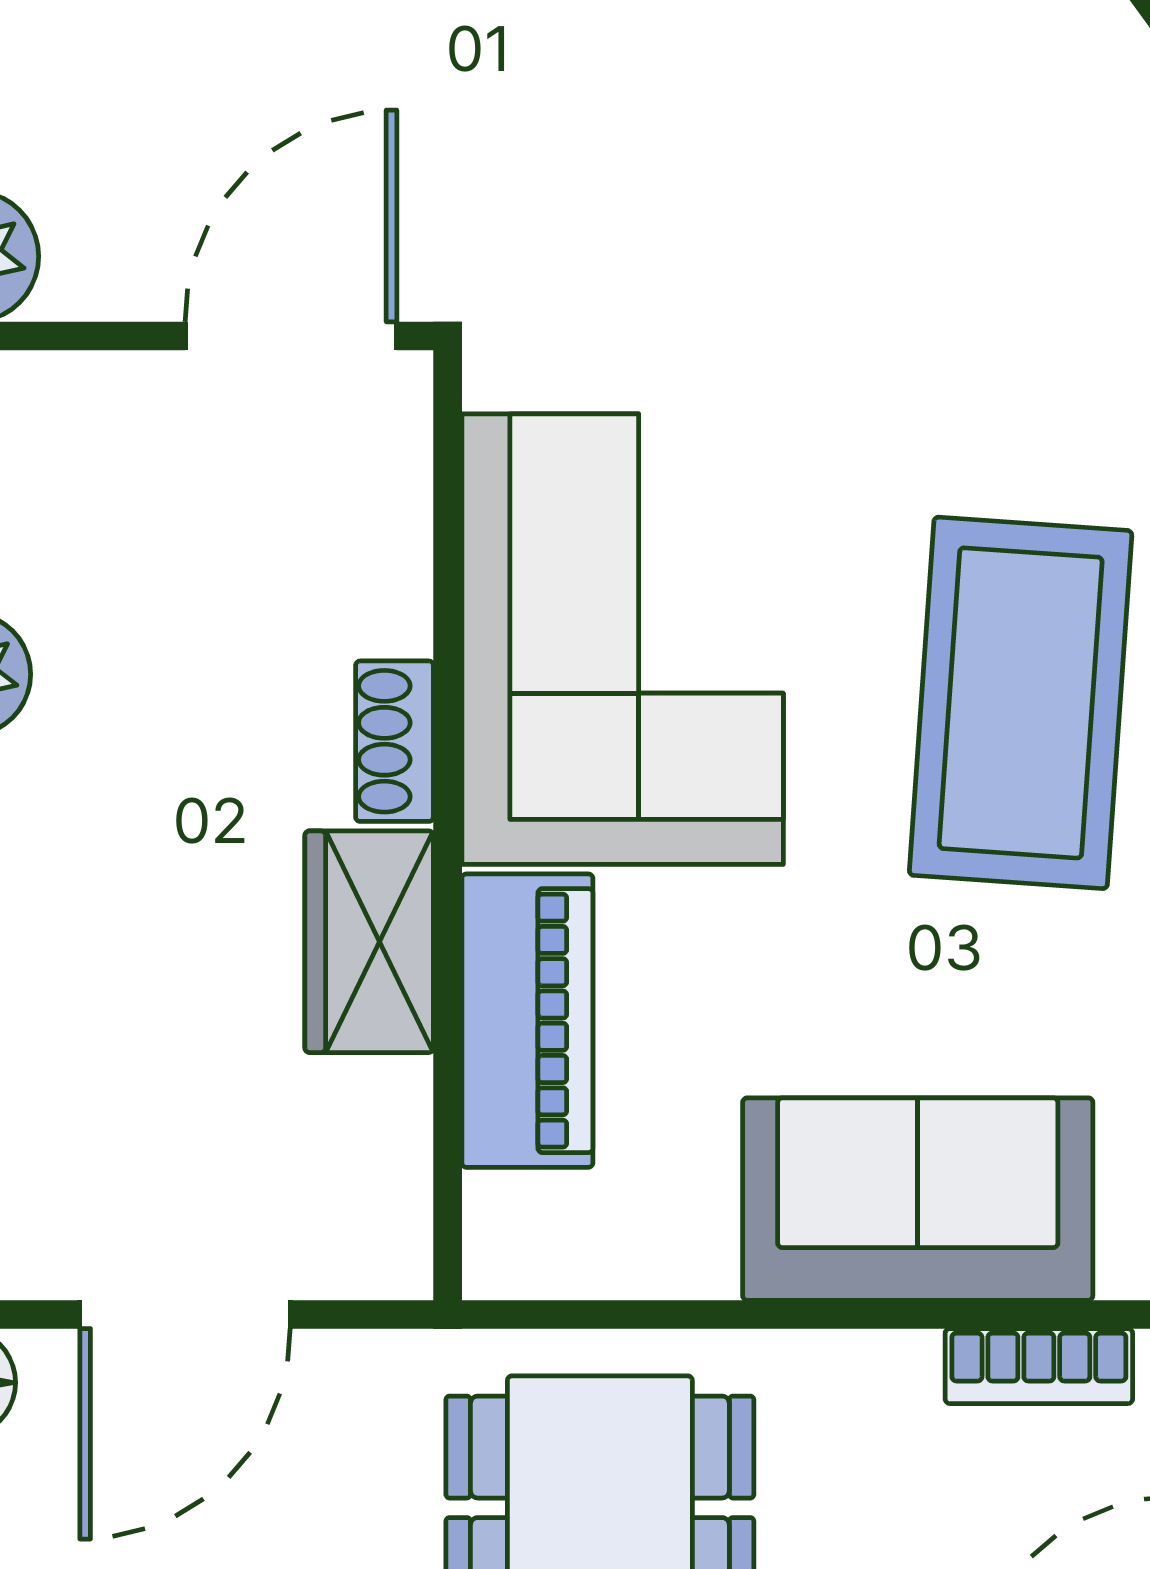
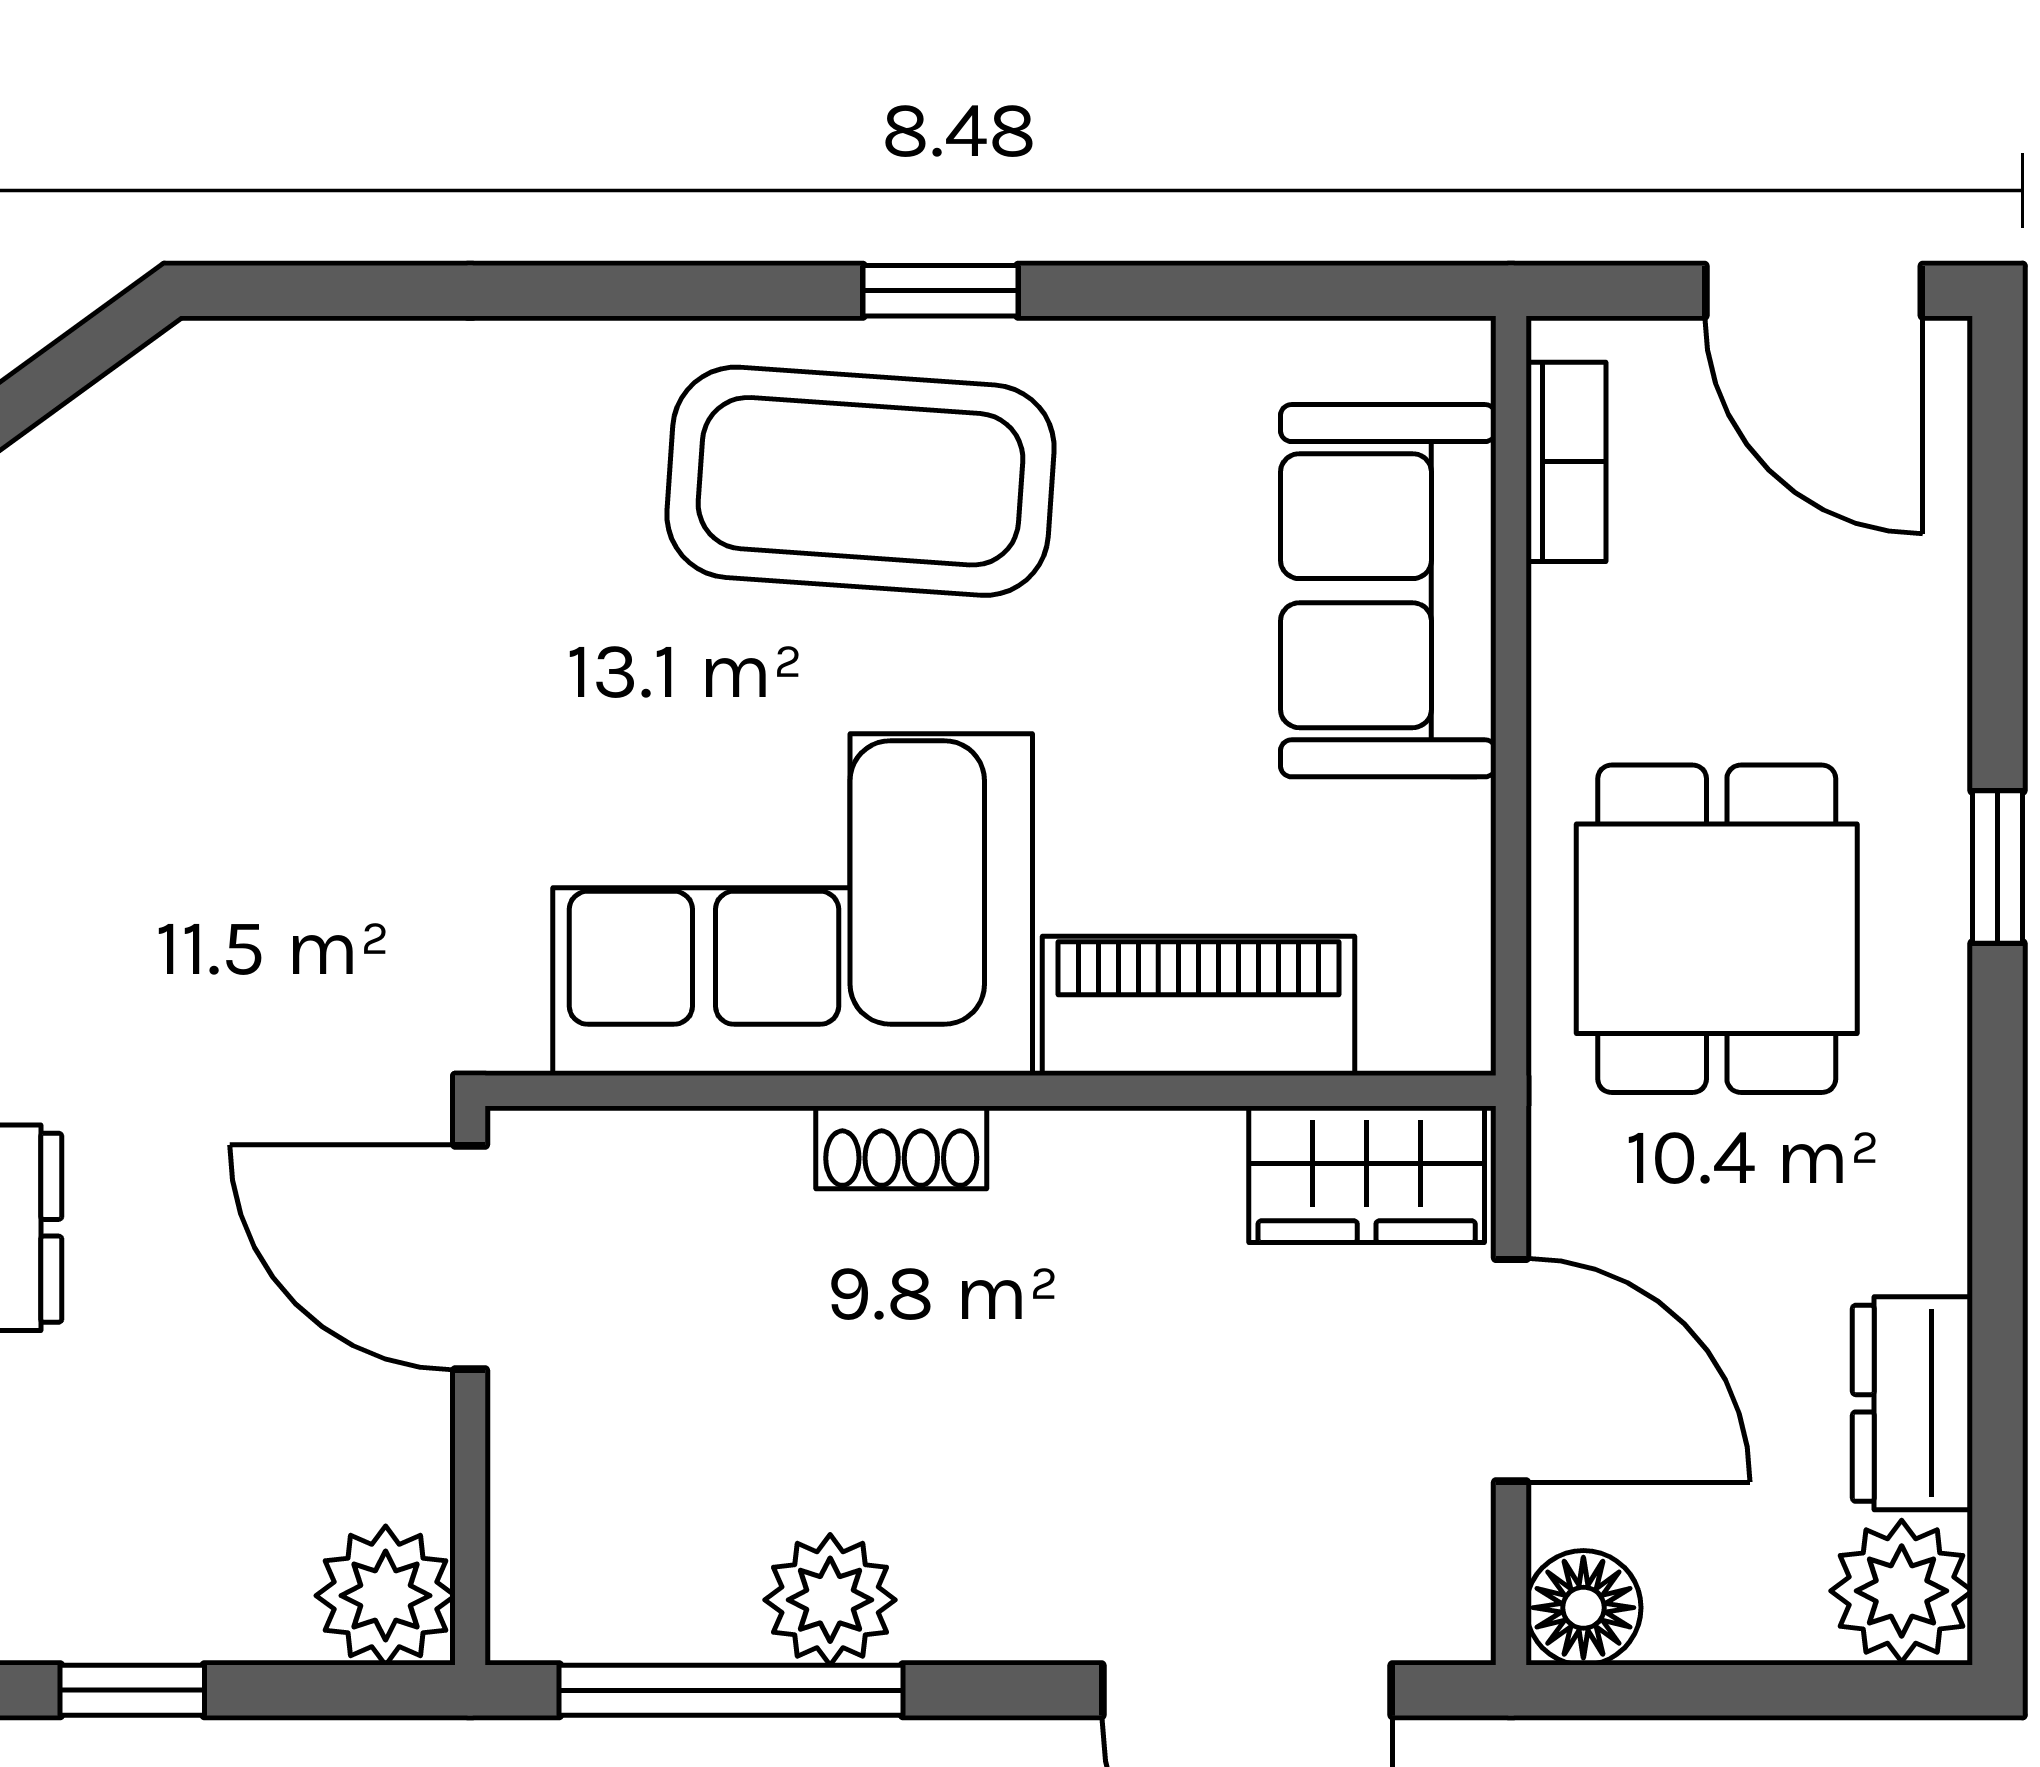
wardrobe: (369, 942) -> (1367, 1174), moved

